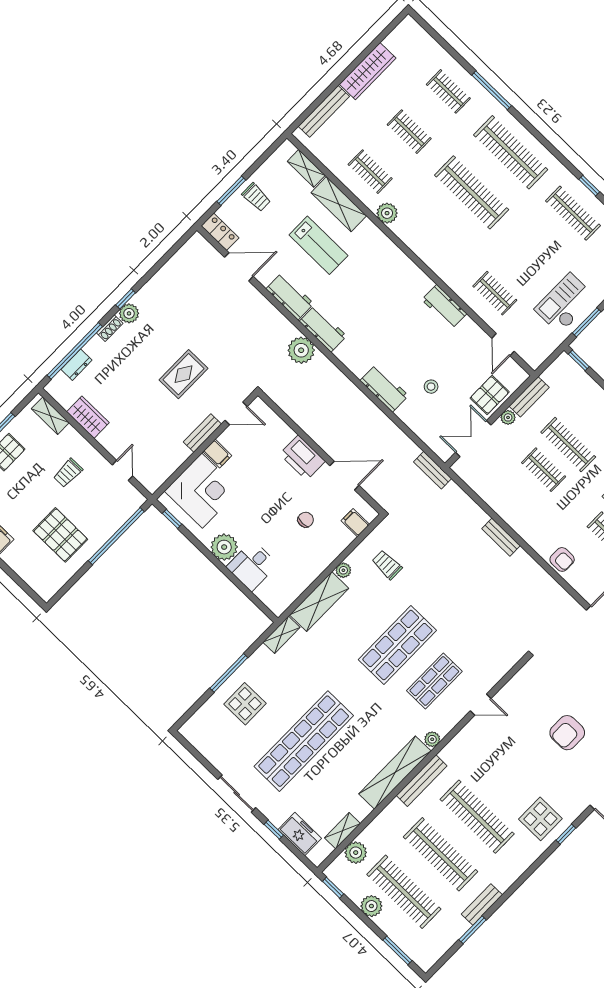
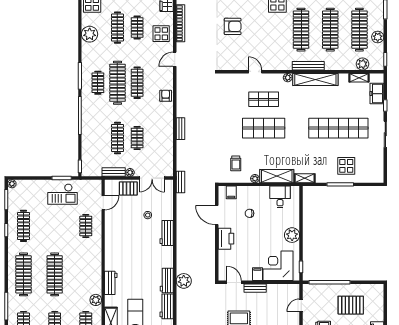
workbench: (444, 307) -> (111, 283), moved
pallet: (60, 535) -> (351, 305), turned 90
desk: (252, 566) -> (280, 197), moved, turned -90

